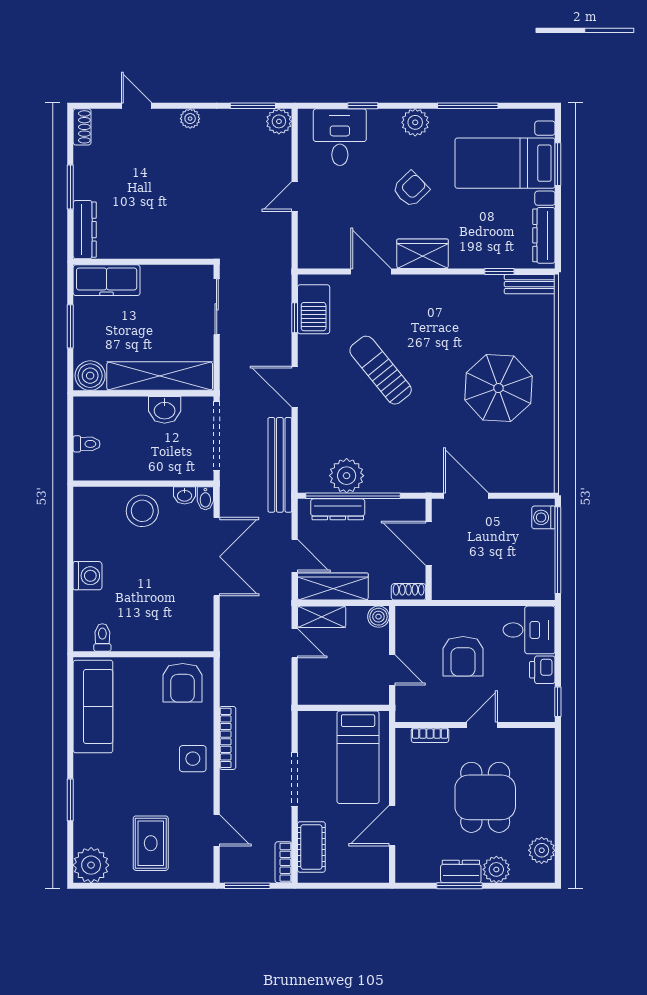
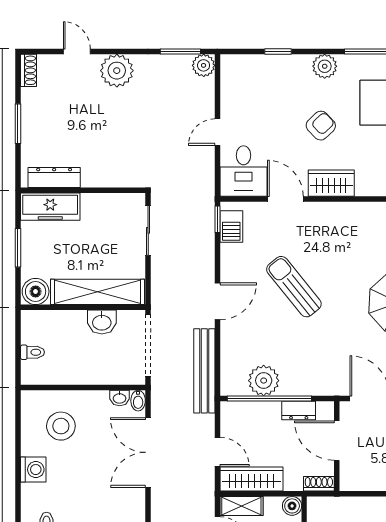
plant: (190, 119) -> (117, 71), width x1.87, depth x1.87
desk: (340, 137) -> (243, 171), moved, turned 180
dresser: (85, 230) -> (54, 177), moved, turned -90
barbecue: (314, 309) -> (231, 226), width x0.73, depth x0.79
window: (295, 318) -> (217, 219), moved
door: (295, 387) -> (217, 301), swing flipped
dresser: (338, 509) -> (299, 410), moved, width x0.70
stool: (142, 511) -> (61, 426), moved
double door: (217, 557) -> (148, 452), swing flipped

